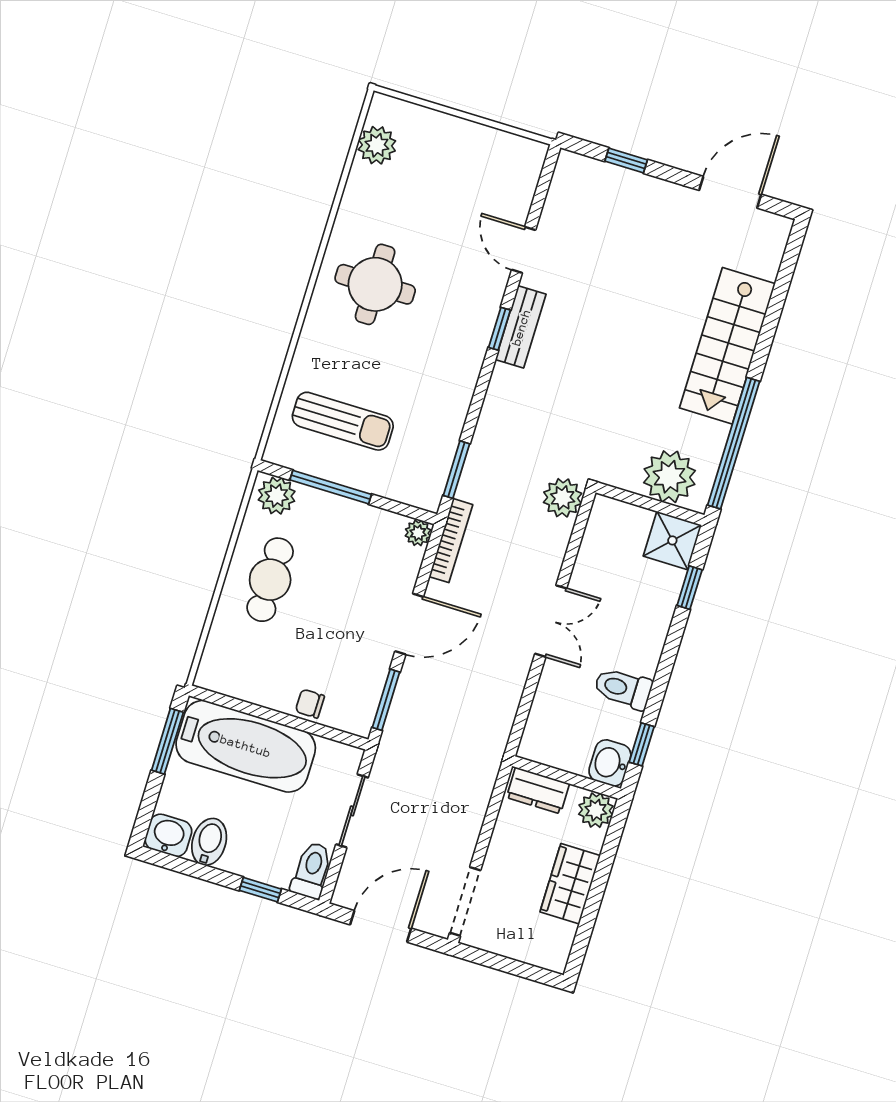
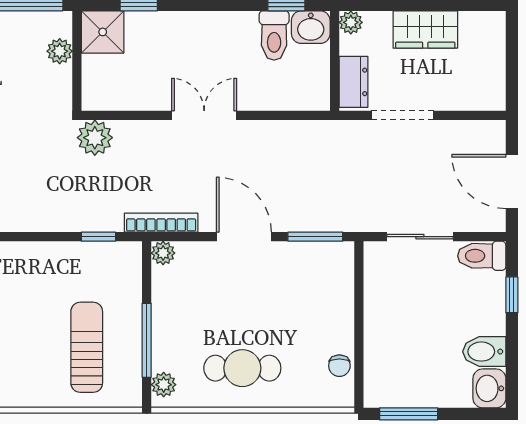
window: (456, 470) -> (98, 237), width x0.67
plant: (669, 477) -> (60, 51), width x0.53, depth x0.53
plant: (277, 496) -> (164, 385), width x0.73, depth x0.73
toilet: (623, 688) -> (274, 35), moved
chair: (310, 704) -> (339, 366), moved
bathtub: (246, 746) -> (392, 345), removed
plant: (596, 810) -> (351, 22), width x0.73, depth x0.73
doorway: (465, 902) -> (402, 115), moved

